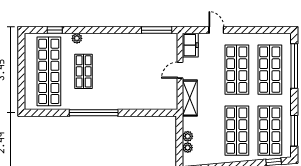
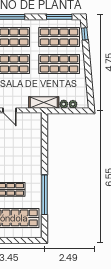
shelving: (190, 98) -> (44, 102), moved
window: (94, 113) -> (44, 195), moved

